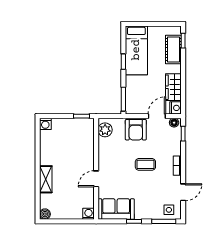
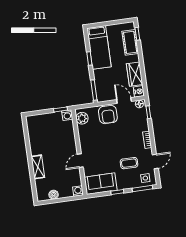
door: (157, 116) -> (124, 101), hinge flipped
washing machine: (45, 124) -> (67, 115), moved
coffee table: (145, 164) -> (129, 163), moved
boiler: (45, 214) -> (54, 195), moved

